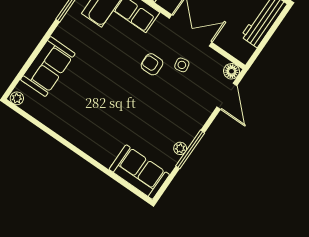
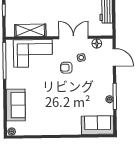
floor lamp: (231, 71) -> (97, 43), moved

